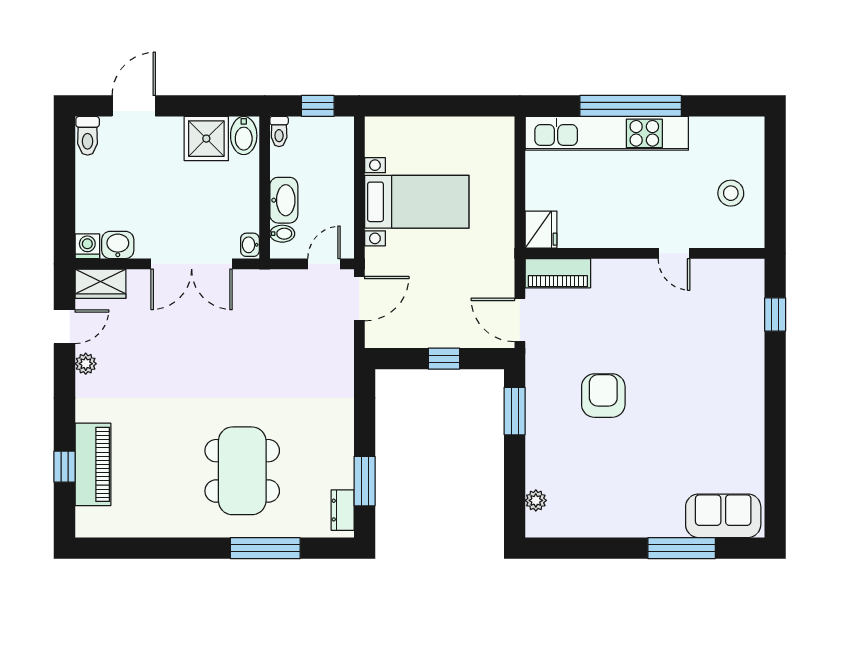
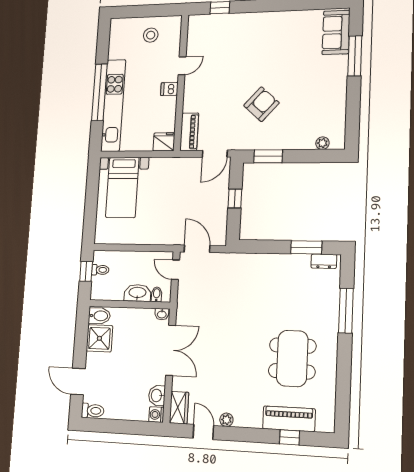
toilet: (279, 131) -> (100, 270), moved
bed with nightstands: (417, 202) -> (122, 187), moved, turned 180
dishwasher: (633, 233) -> (169, 89), added
armchair: (603, 396) -> (261, 104), turned 132
dining table: (242, 471) -> (292, 358), moved, turned 90

